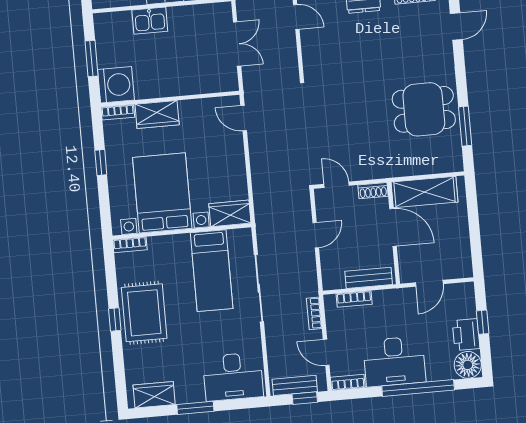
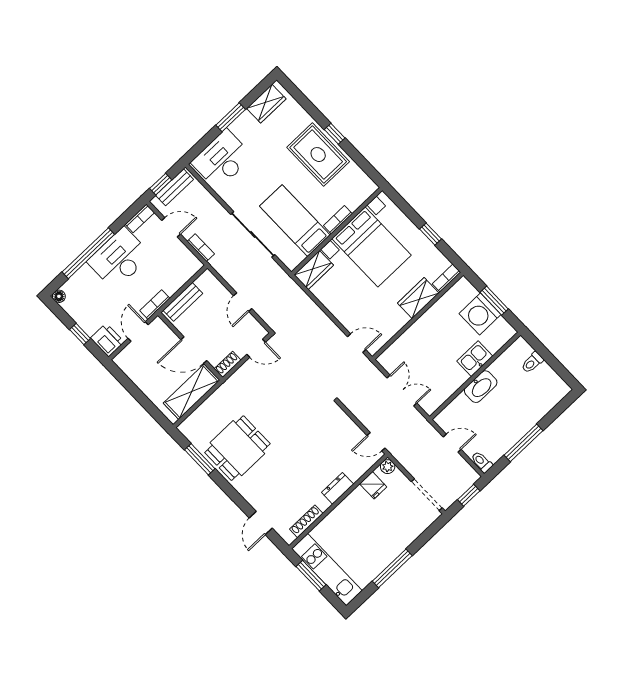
double door: (237, 44) -> (402, 391), swing flipped
washing machine: (116, 85) -> (480, 314), moved
bookcase: (130, 245) -> (338, 220), moved
bookcase: (354, 299) -> (155, 305), moved
printer: (466, 335) -> (107, 340), moved
floor lamp: (468, 365) -> (59, 296), width x0.53, depth x0.53

